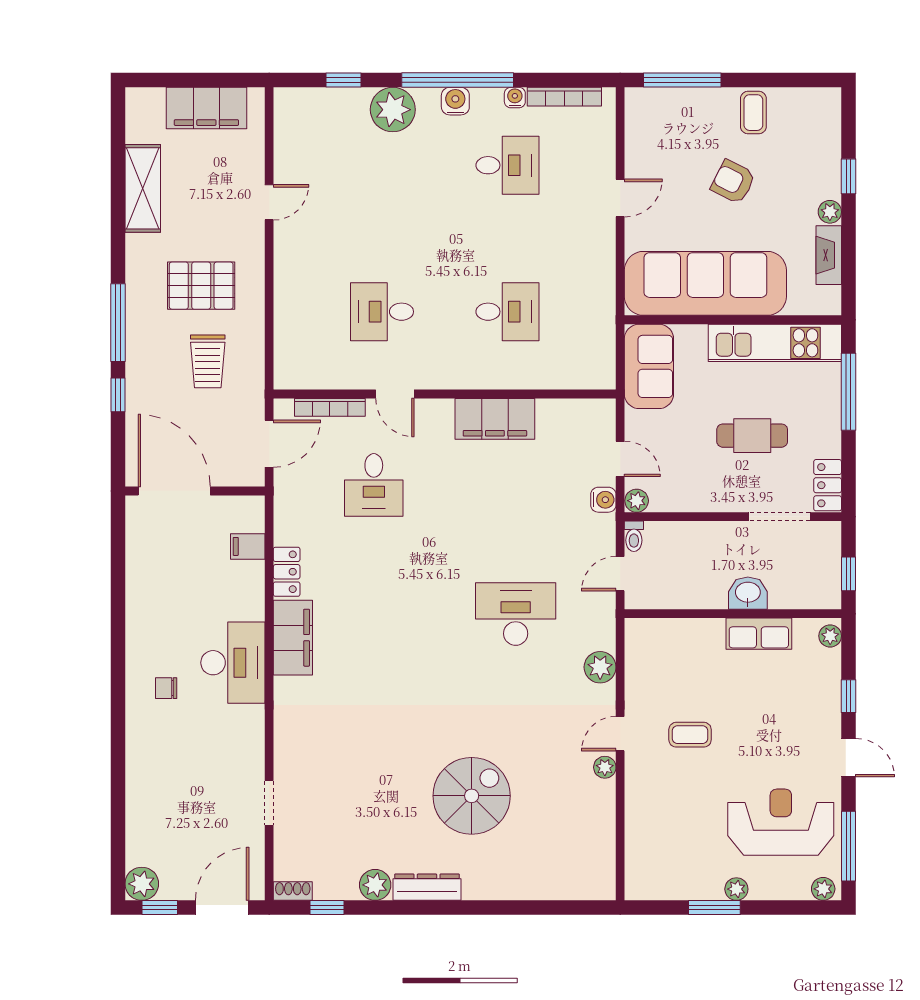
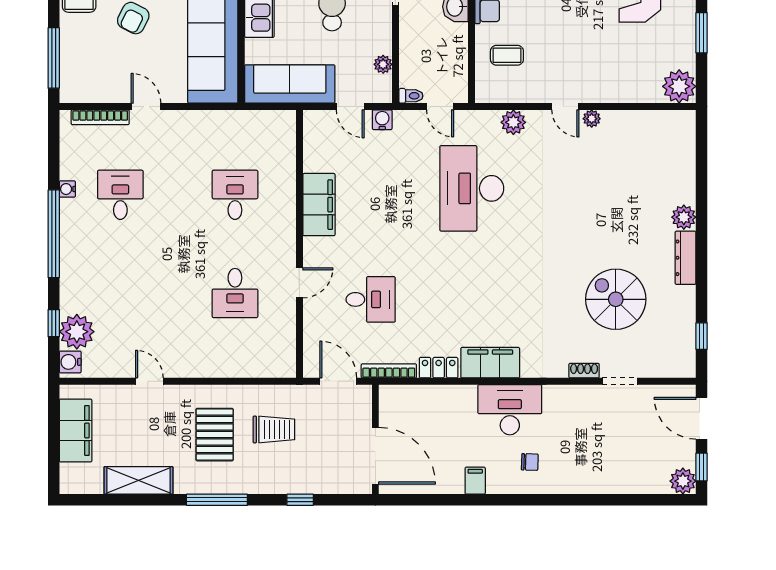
bookcase: (564, 97) -> (100, 117), moved, turned 90
water cooler: (455, 101) -> (70, 362), moved
plant: (393, 110) -> (77, 332), moved
window: (118, 323) -> (217, 500), moved
sofa: (649, 366) -> (290, 84), width x1.36
bookcase: (330, 407) -> (389, 371), moved, turned -90
door: (620, 459) -> (350, 107), swing flipped
door: (174, 491) -> (375, 456), swing flipped
plant: (637, 501) -> (383, 64), moved
filing cabinet: (248, 546) -> (475, 481), moved, turned 180
desk: (516, 614) -> (472, 188), width x1.36, depth x1.30
chair: (166, 688) -> (530, 462), turned -88
coffee table: (690, 735) -> (507, 55), moved, turned 90
spiral stairs: (472, 796) -> (616, 299), moved
plant: (375, 885) -> (684, 217), moved
plant: (736, 889) -> (679, 86), moved, width x1.87, depth x1.87
shoe rack: (293, 891) -> (584, 371), moved, turned 90

